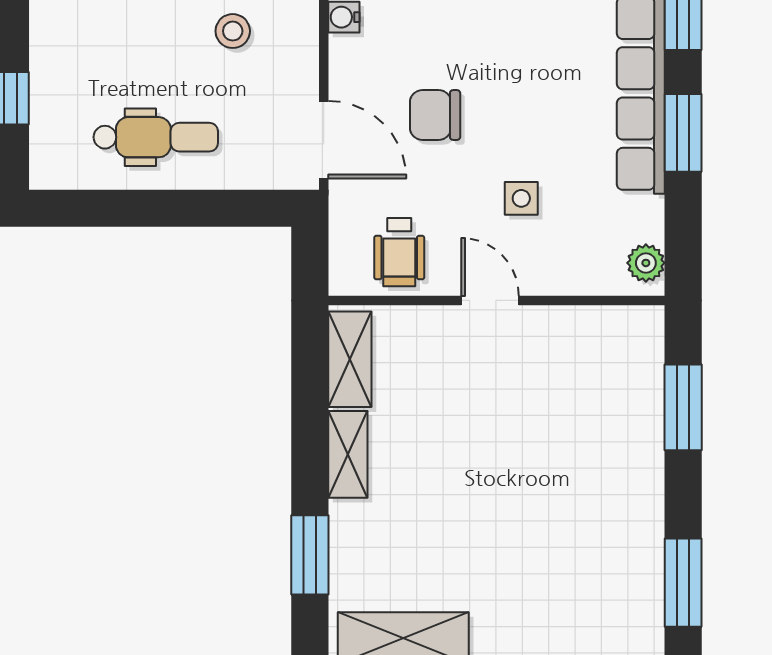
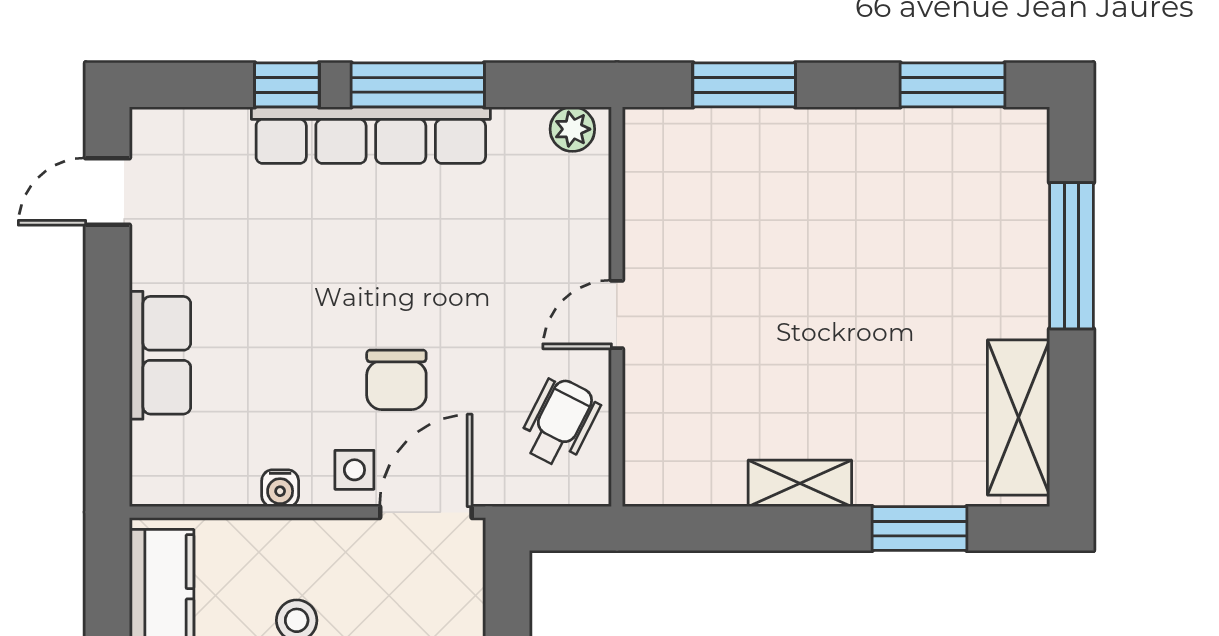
window: (683, 133) -> (418, 85), width x1.44
side table: (521, 198) -> (354, 470), moved
wheelchair: (399, 252) -> (559, 422), turned -63
shelving: (350, 359) -> (687, 481), removed

